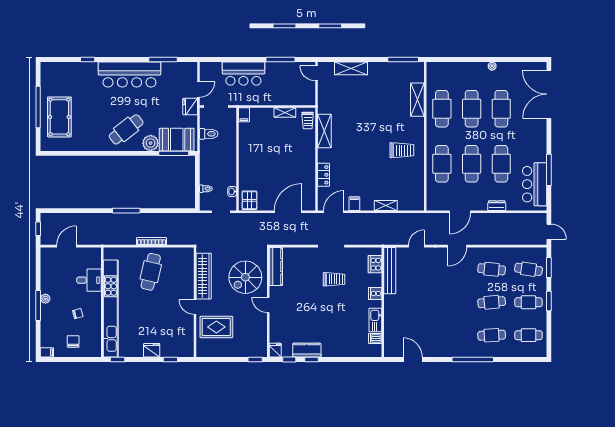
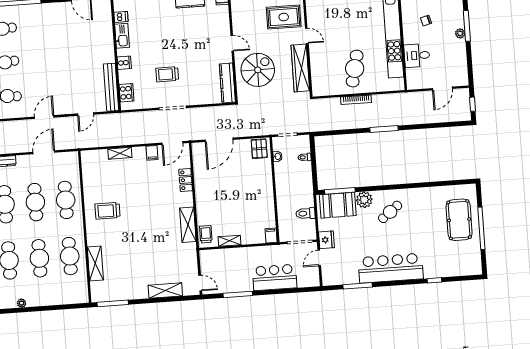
cafe table: (126, 129) -> (390, 212), width x0.73, depth x0.74

